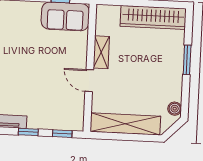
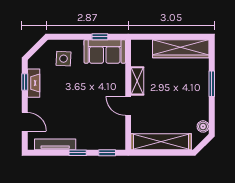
side table: (17, 22) -> (64, 59), added

